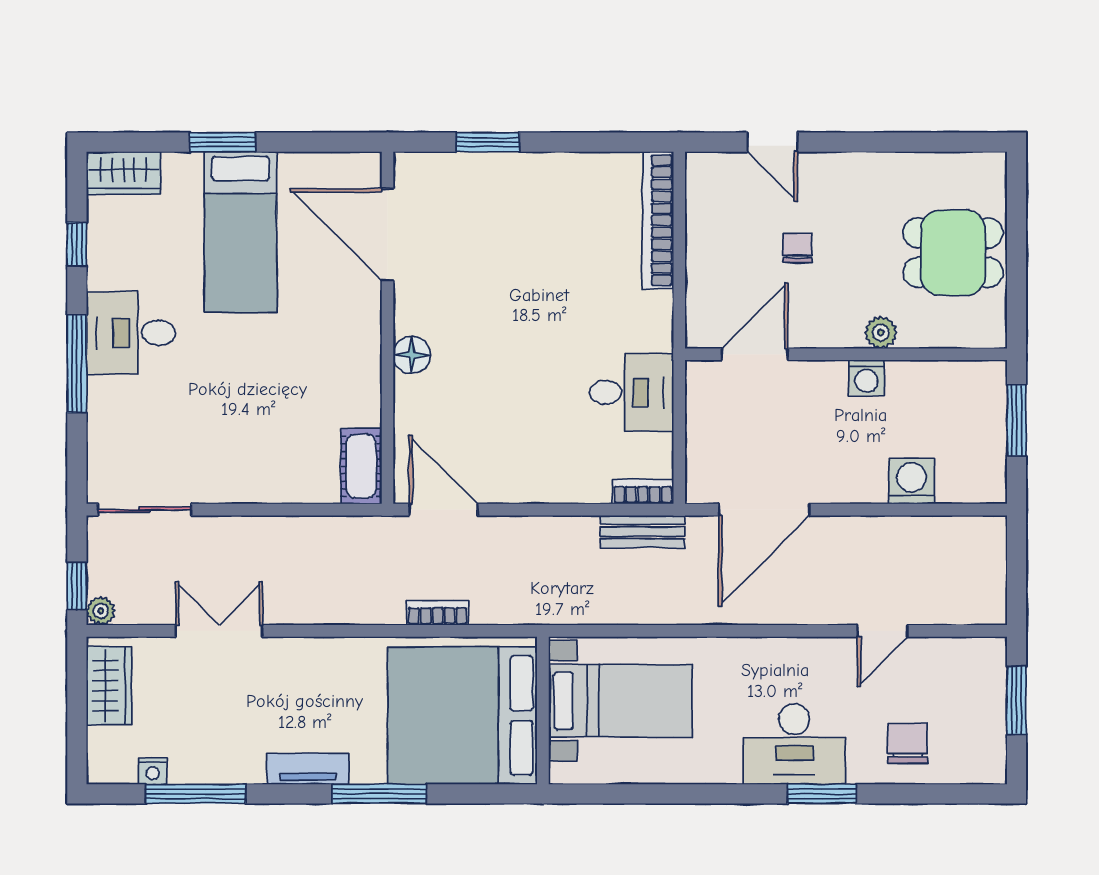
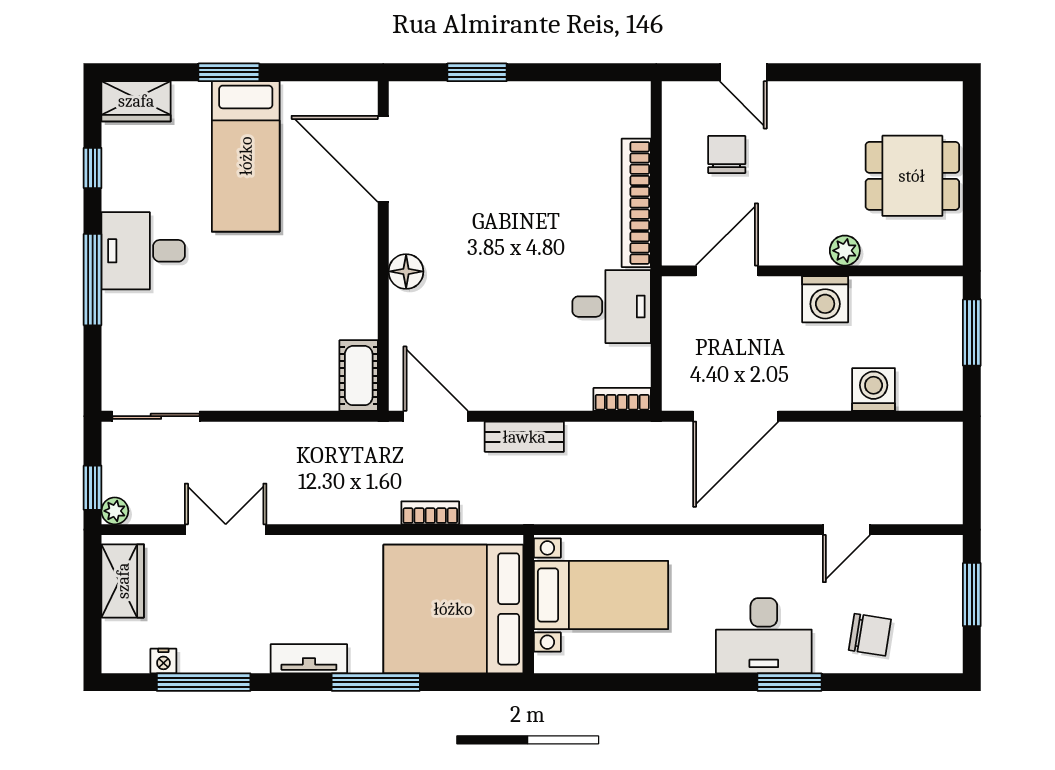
bookcase: (658, 220) -> (636, 203), moved
chair: (797, 248) -> (727, 154), moved, width x1.37, depth x1.37
washing machine: (866, 378) -> (825, 299), width x1.38, depth x1.38
bench: (642, 531) -> (524, 437), moved
chair: (908, 743) -> (870, 635), turned 99

